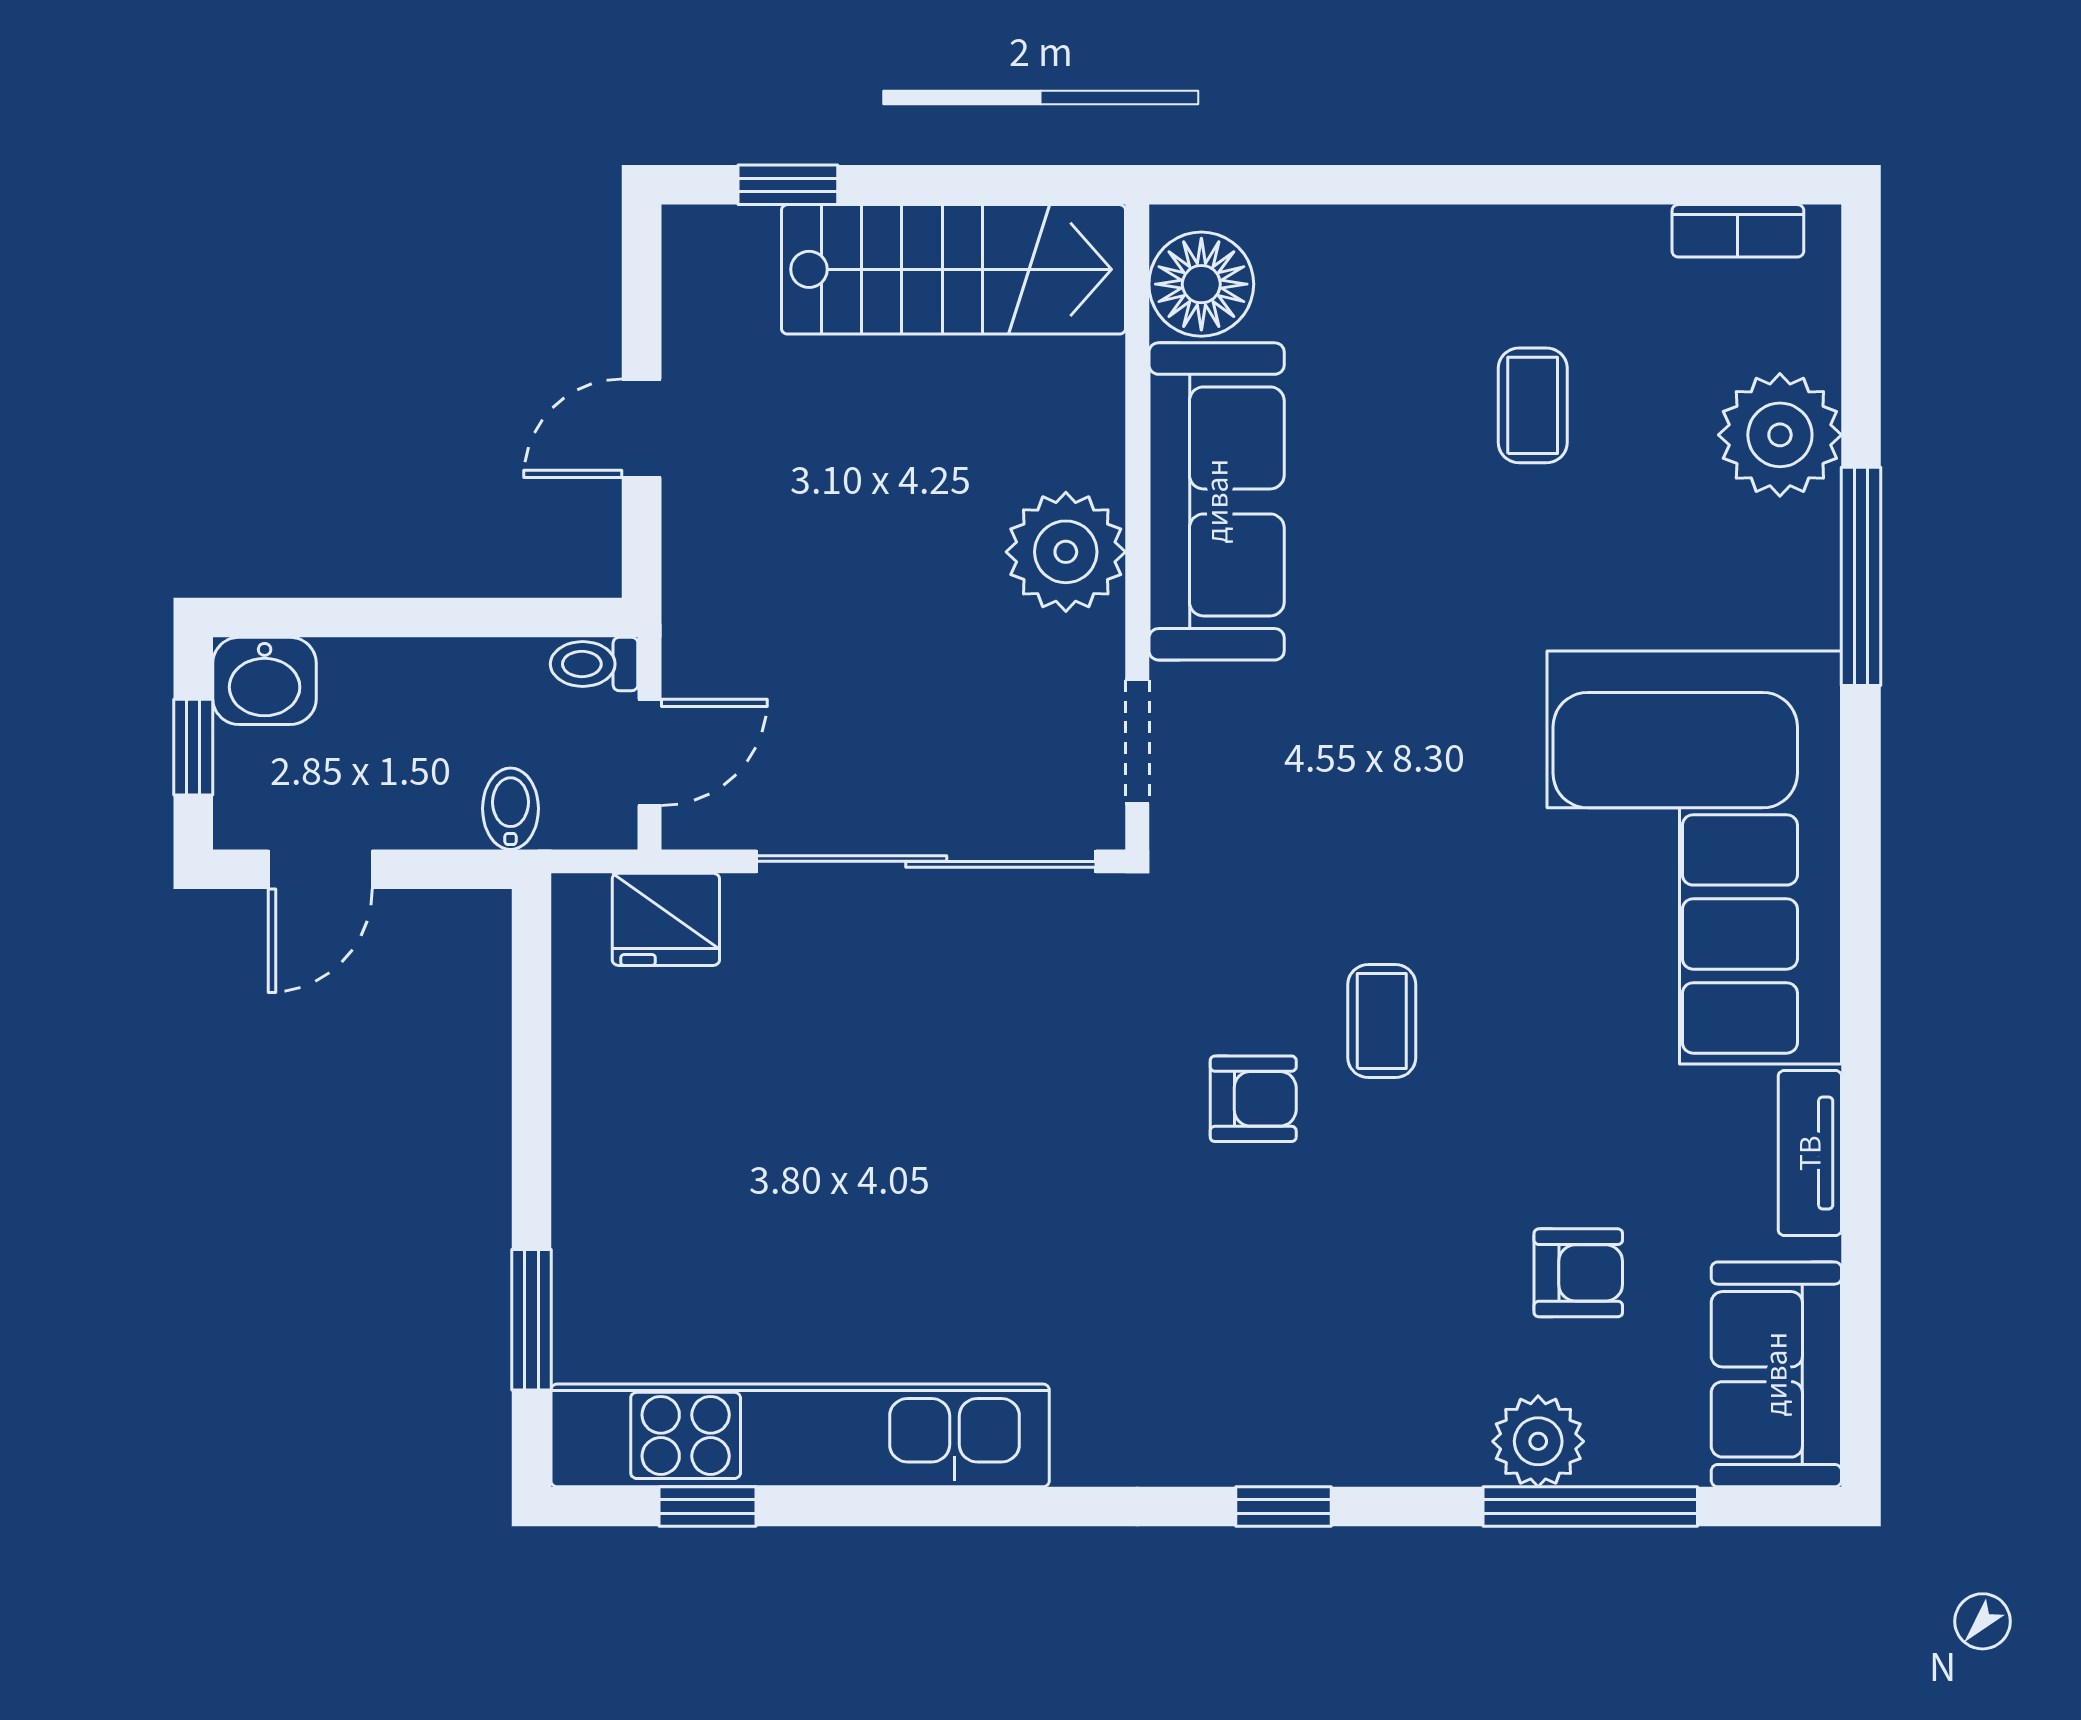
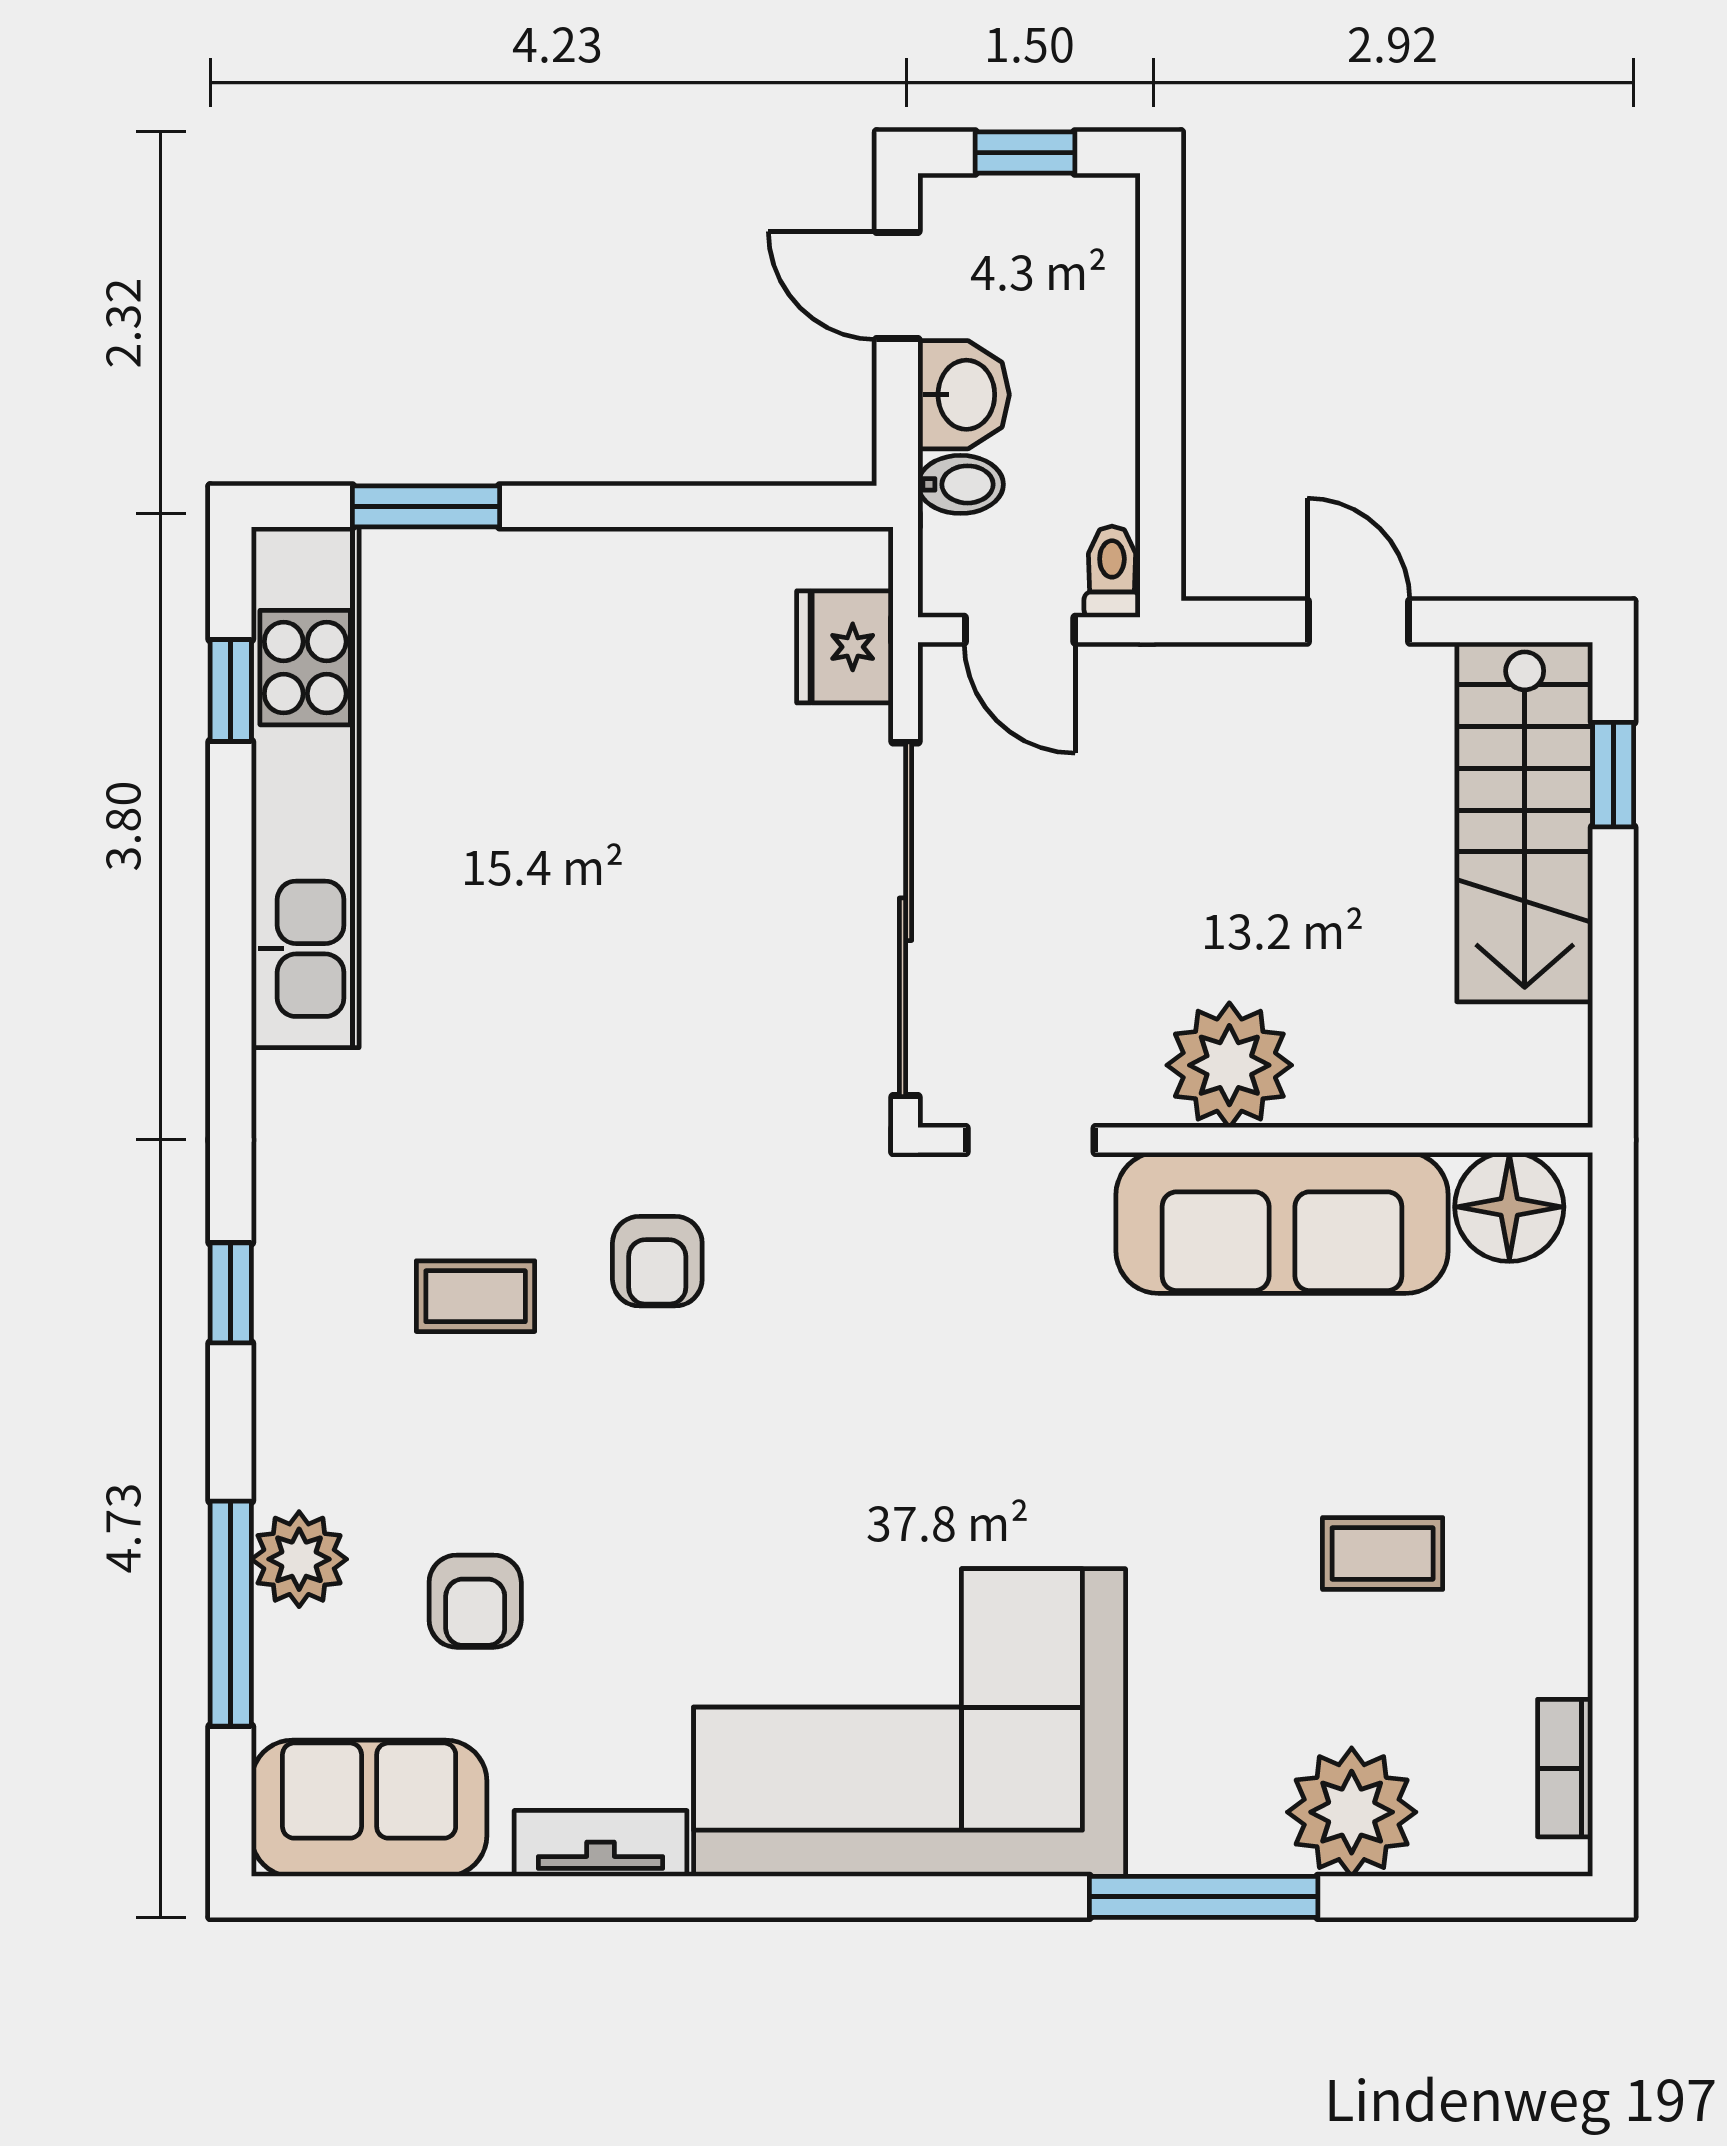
stairs: (953, 269) -> (1525, 822), moved
washbasin: (265, 681) -> (964, 395), moved, turned 180
coffee table: (1382, 1021) -> (476, 1296), moved

